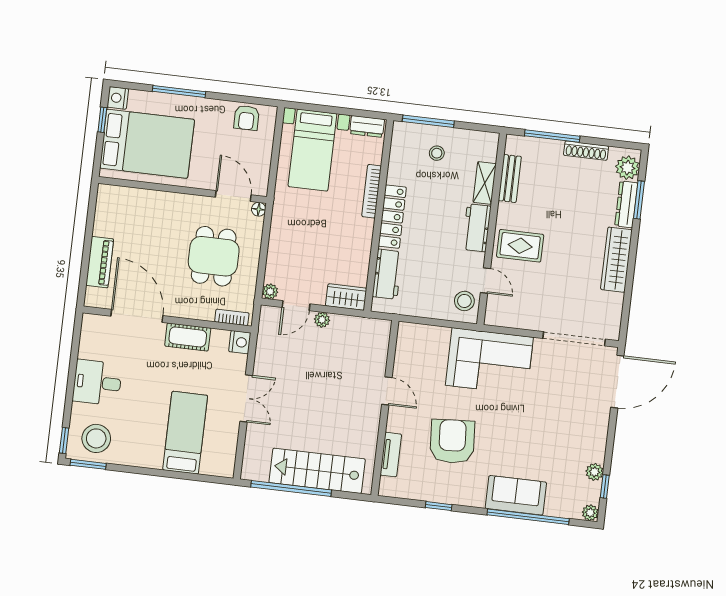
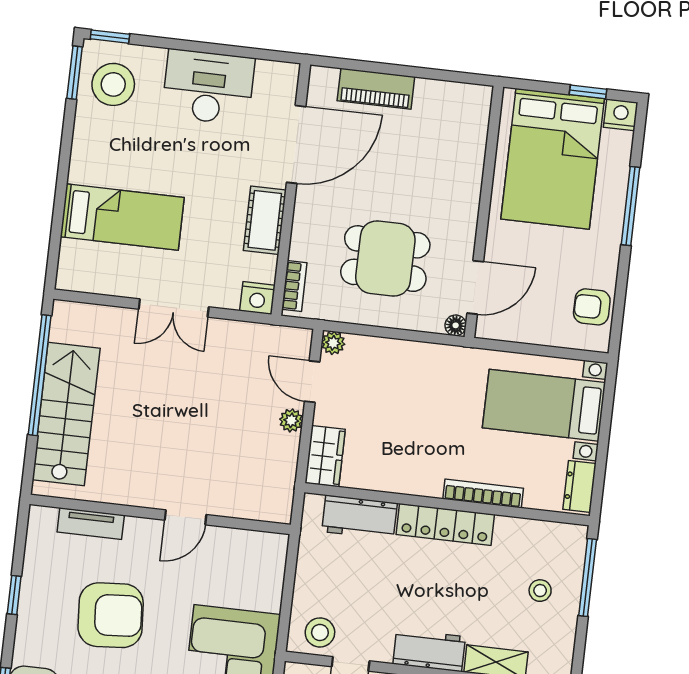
desk: (97, 383) -> (208, 87), width x1.37

